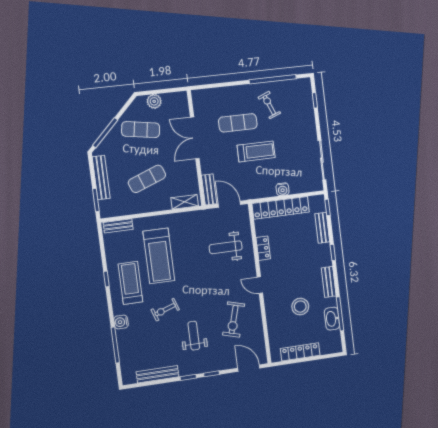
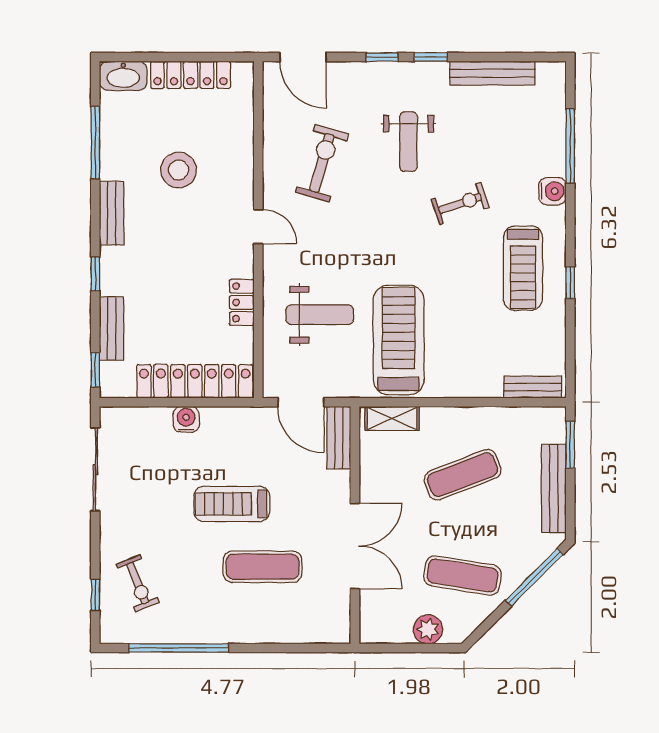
exercise bike: (269, 105) -> (138, 583), moved
treadmill: (159, 256) -> (399, 340), moved
washbasin: (332, 319) -> (123, 76), moved, turned 90

